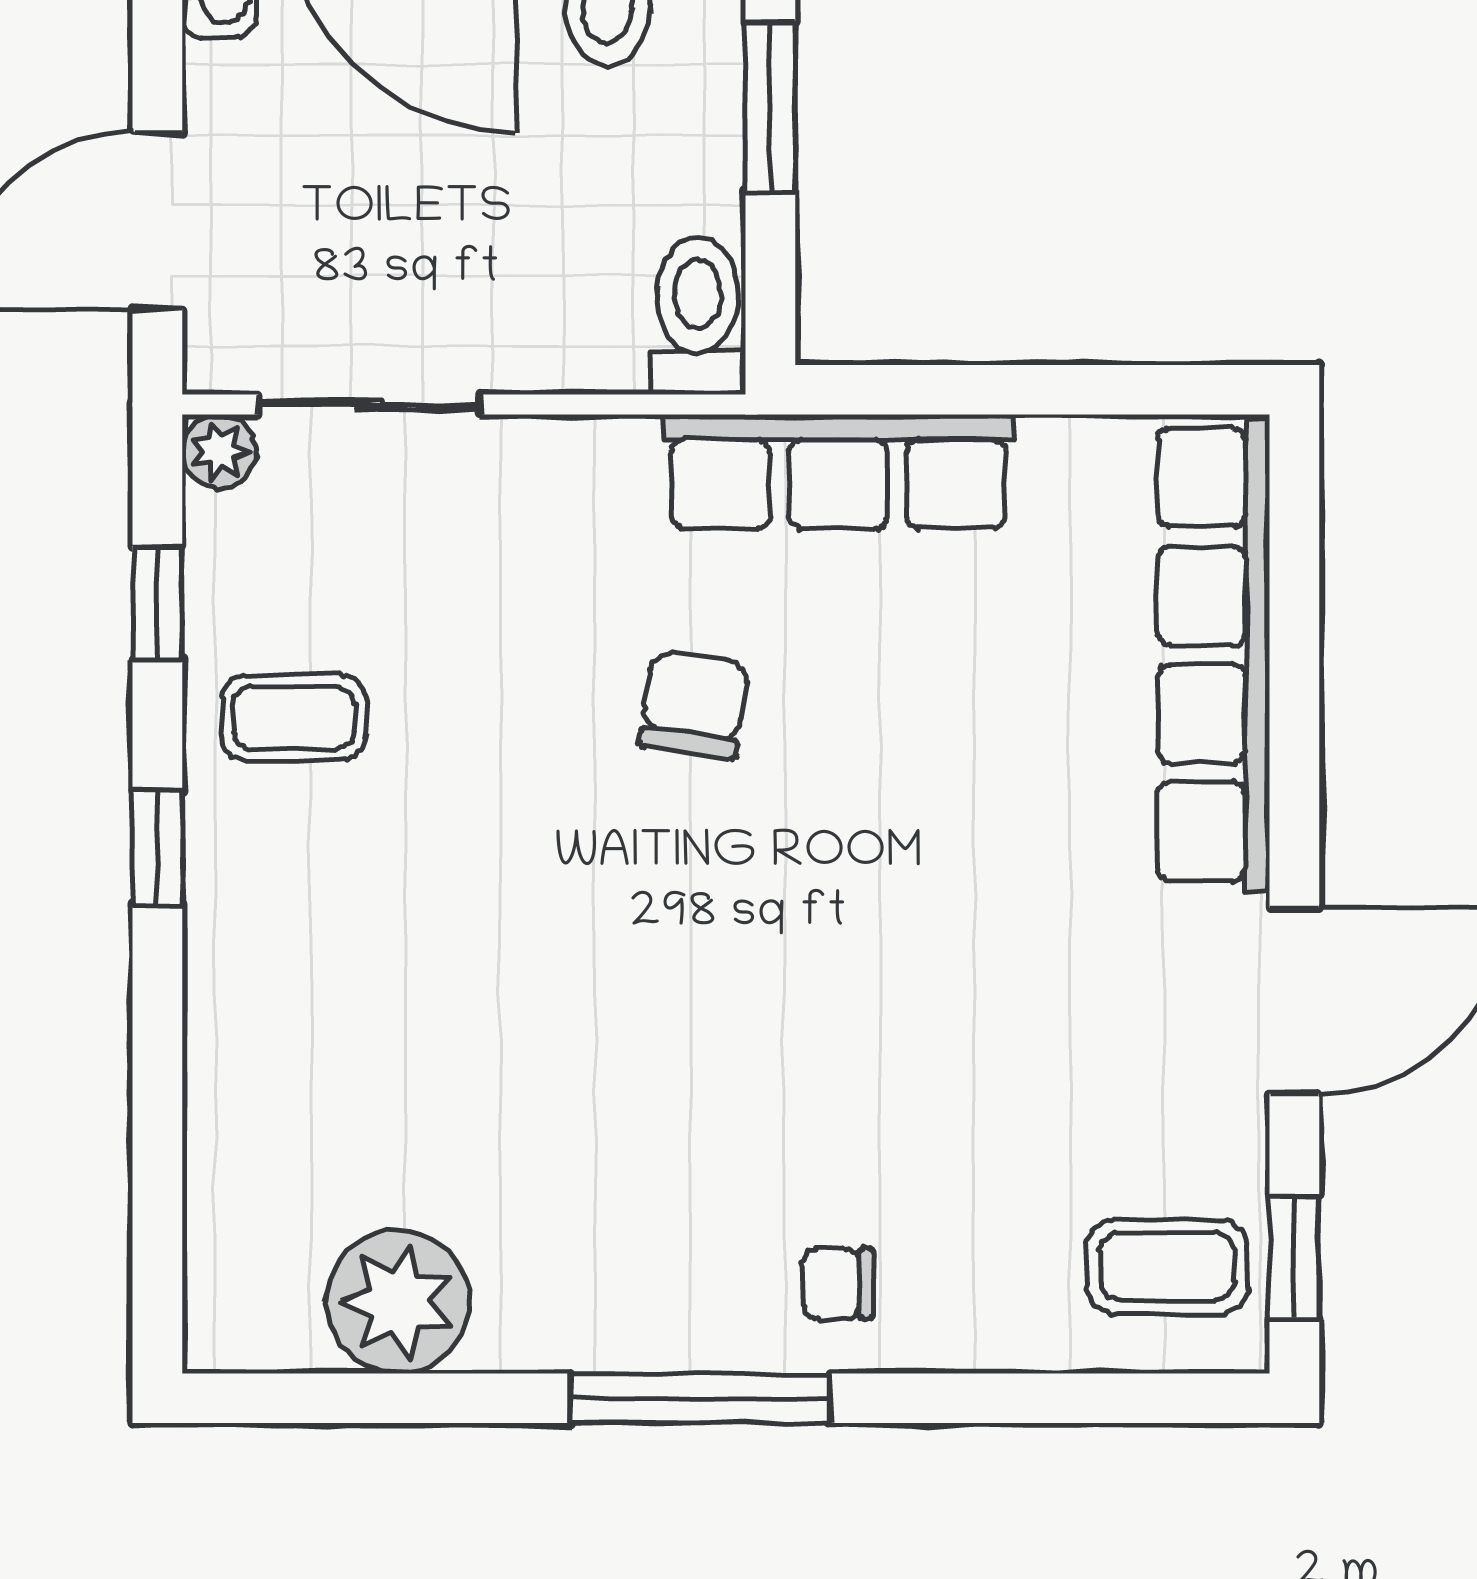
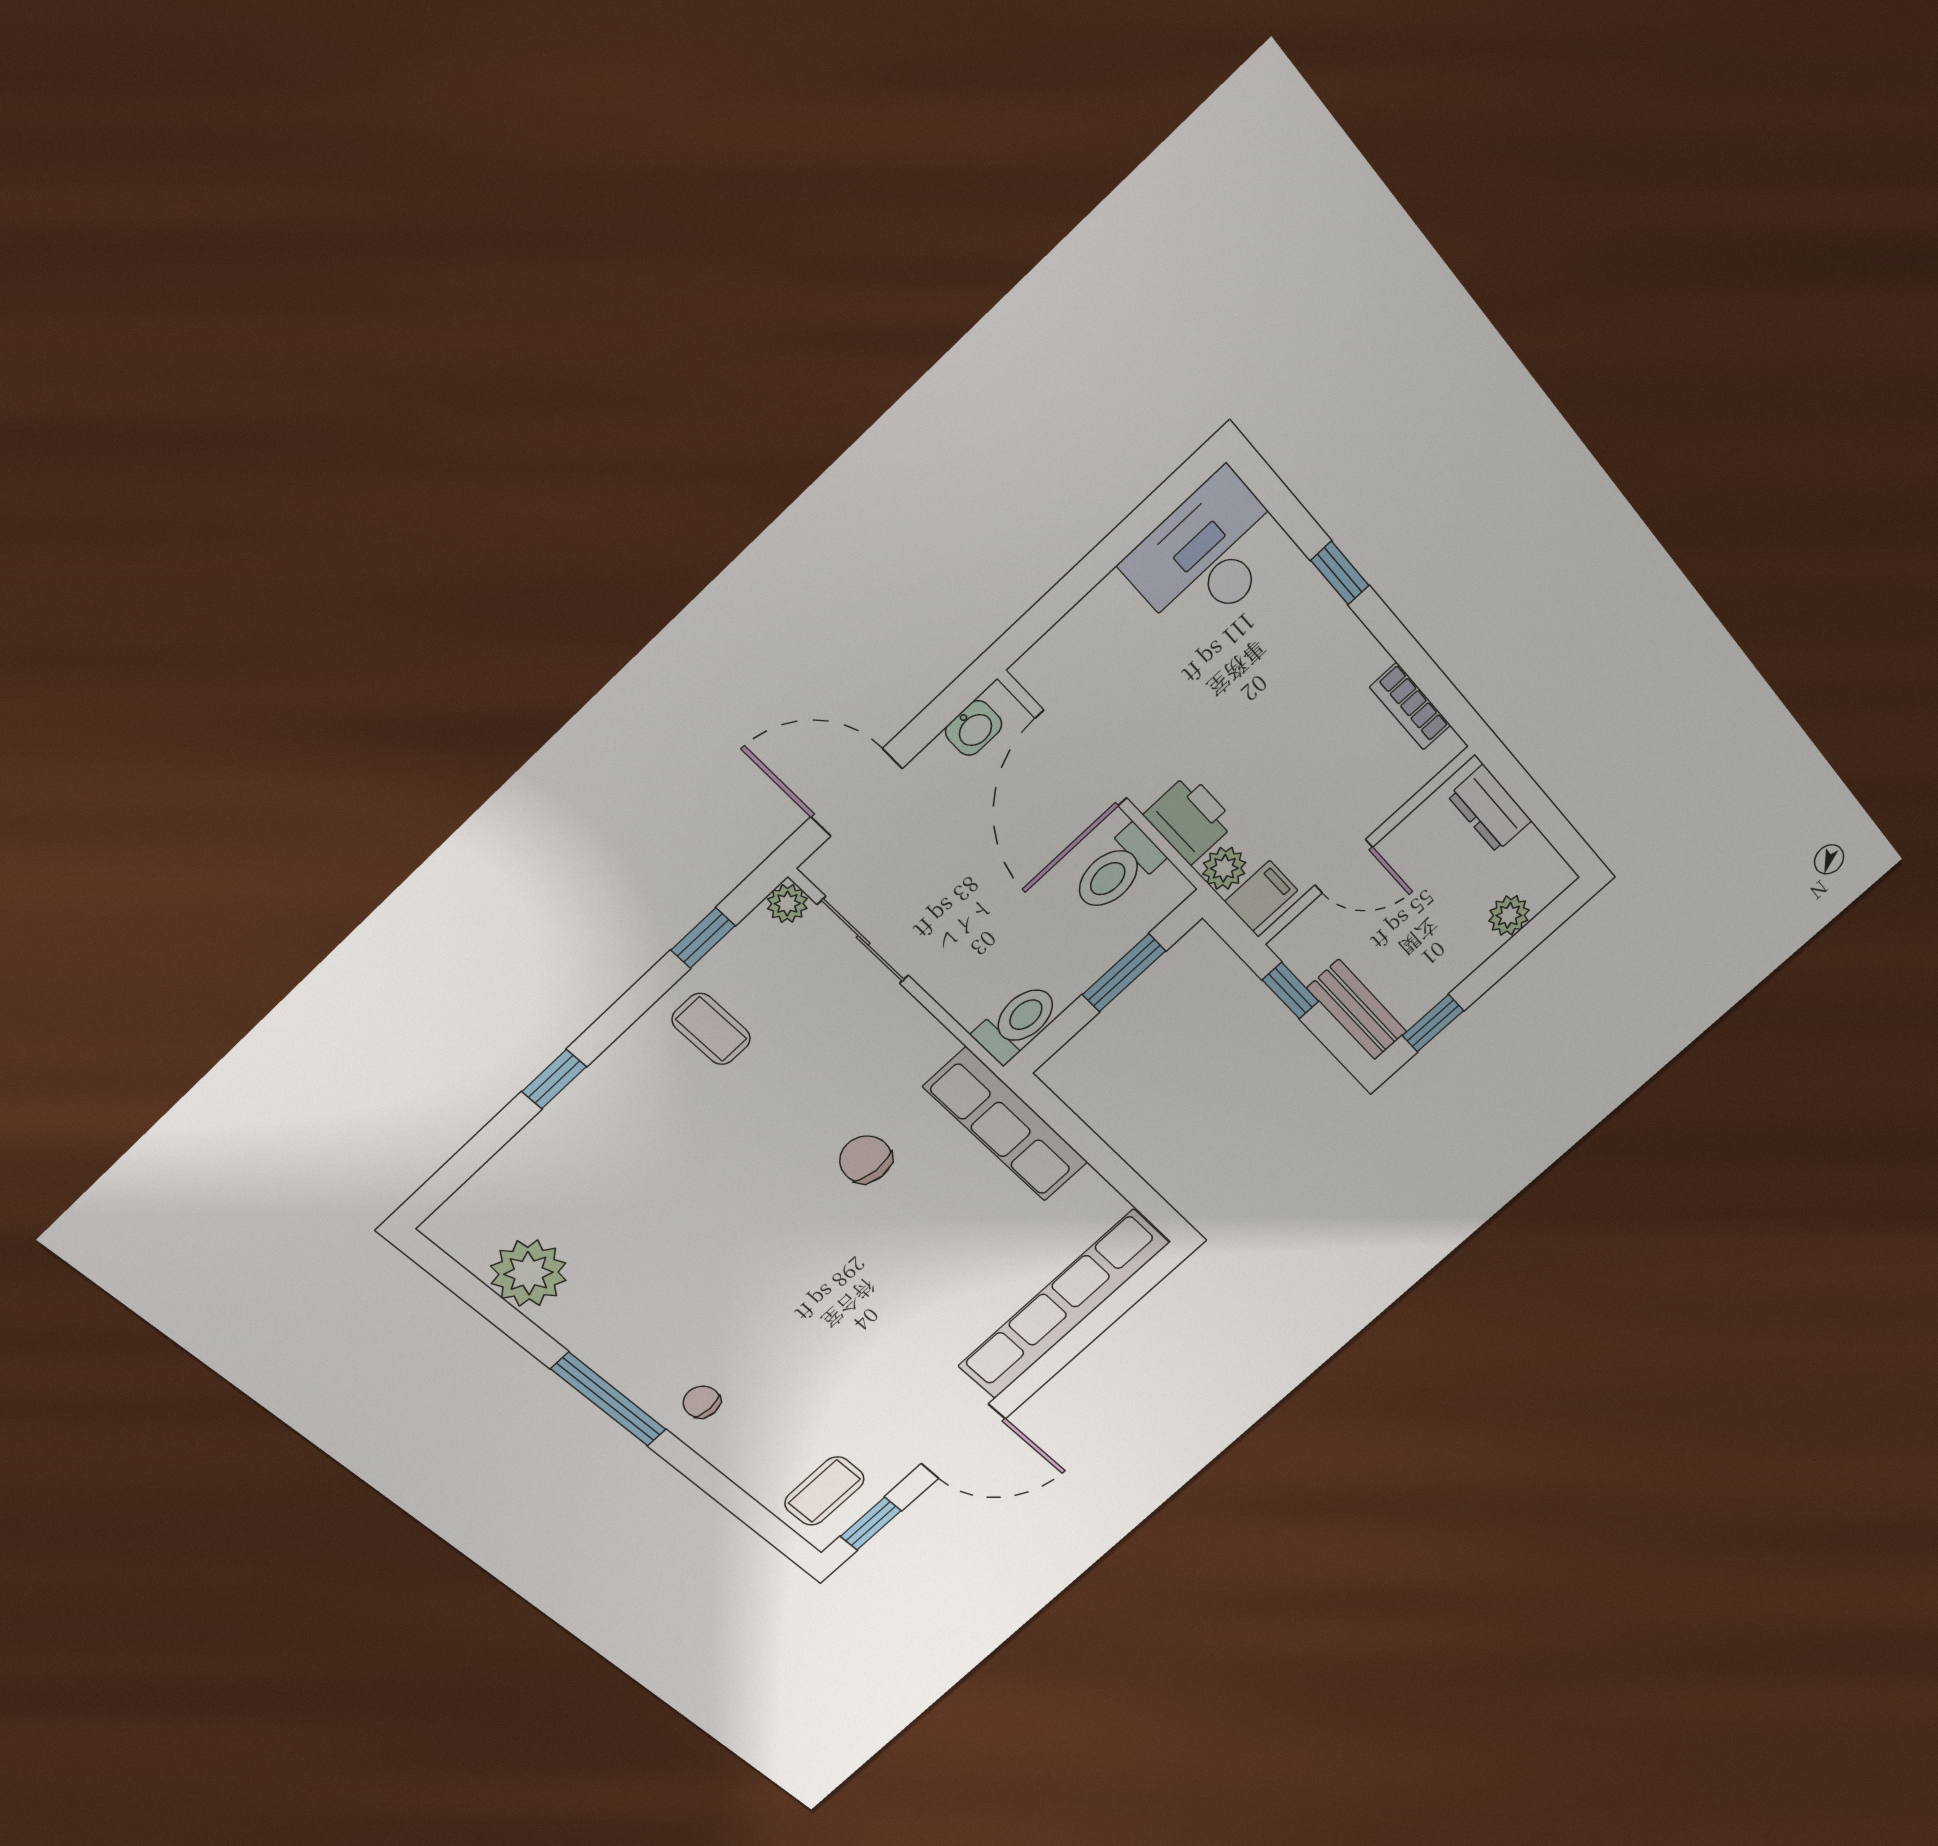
chair: (694, 705) -> (866, 1159), turned -94
window: (157, 848) -> (554, 1079), moved
coffee table: (1167, 1267) -> (824, 1491), turned 90

